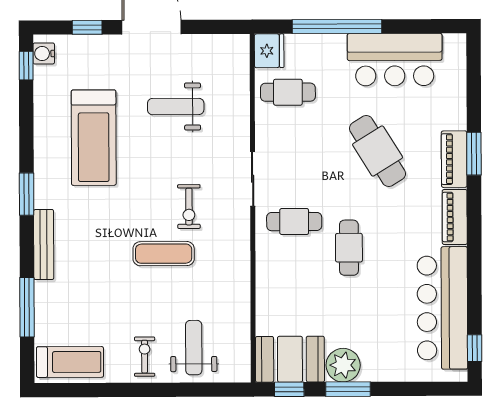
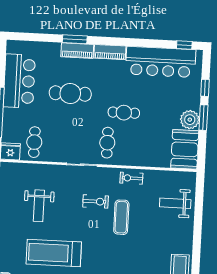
treadmill: (94, 138) -> (54, 253), turned 180
cafe table: (378, 151) -> (70, 94), turned 32
exercise bike: (145, 357) -> (131, 178), moved
window: (289, 389) -> (205, 88), moved

